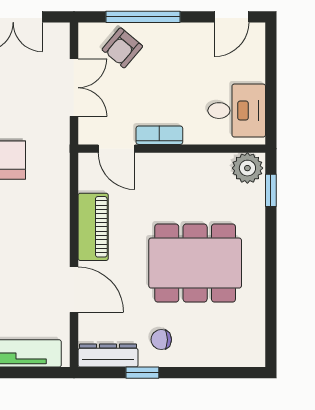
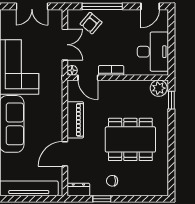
desk: (237, 111) -> (153, 52), width x1.37
floor lamp: (87, 135) -> (72, 70), added
door: (74, 290) -> (65, 154), swing flipped
dresser: (108, 356) -> (78, 189), width x0.70

